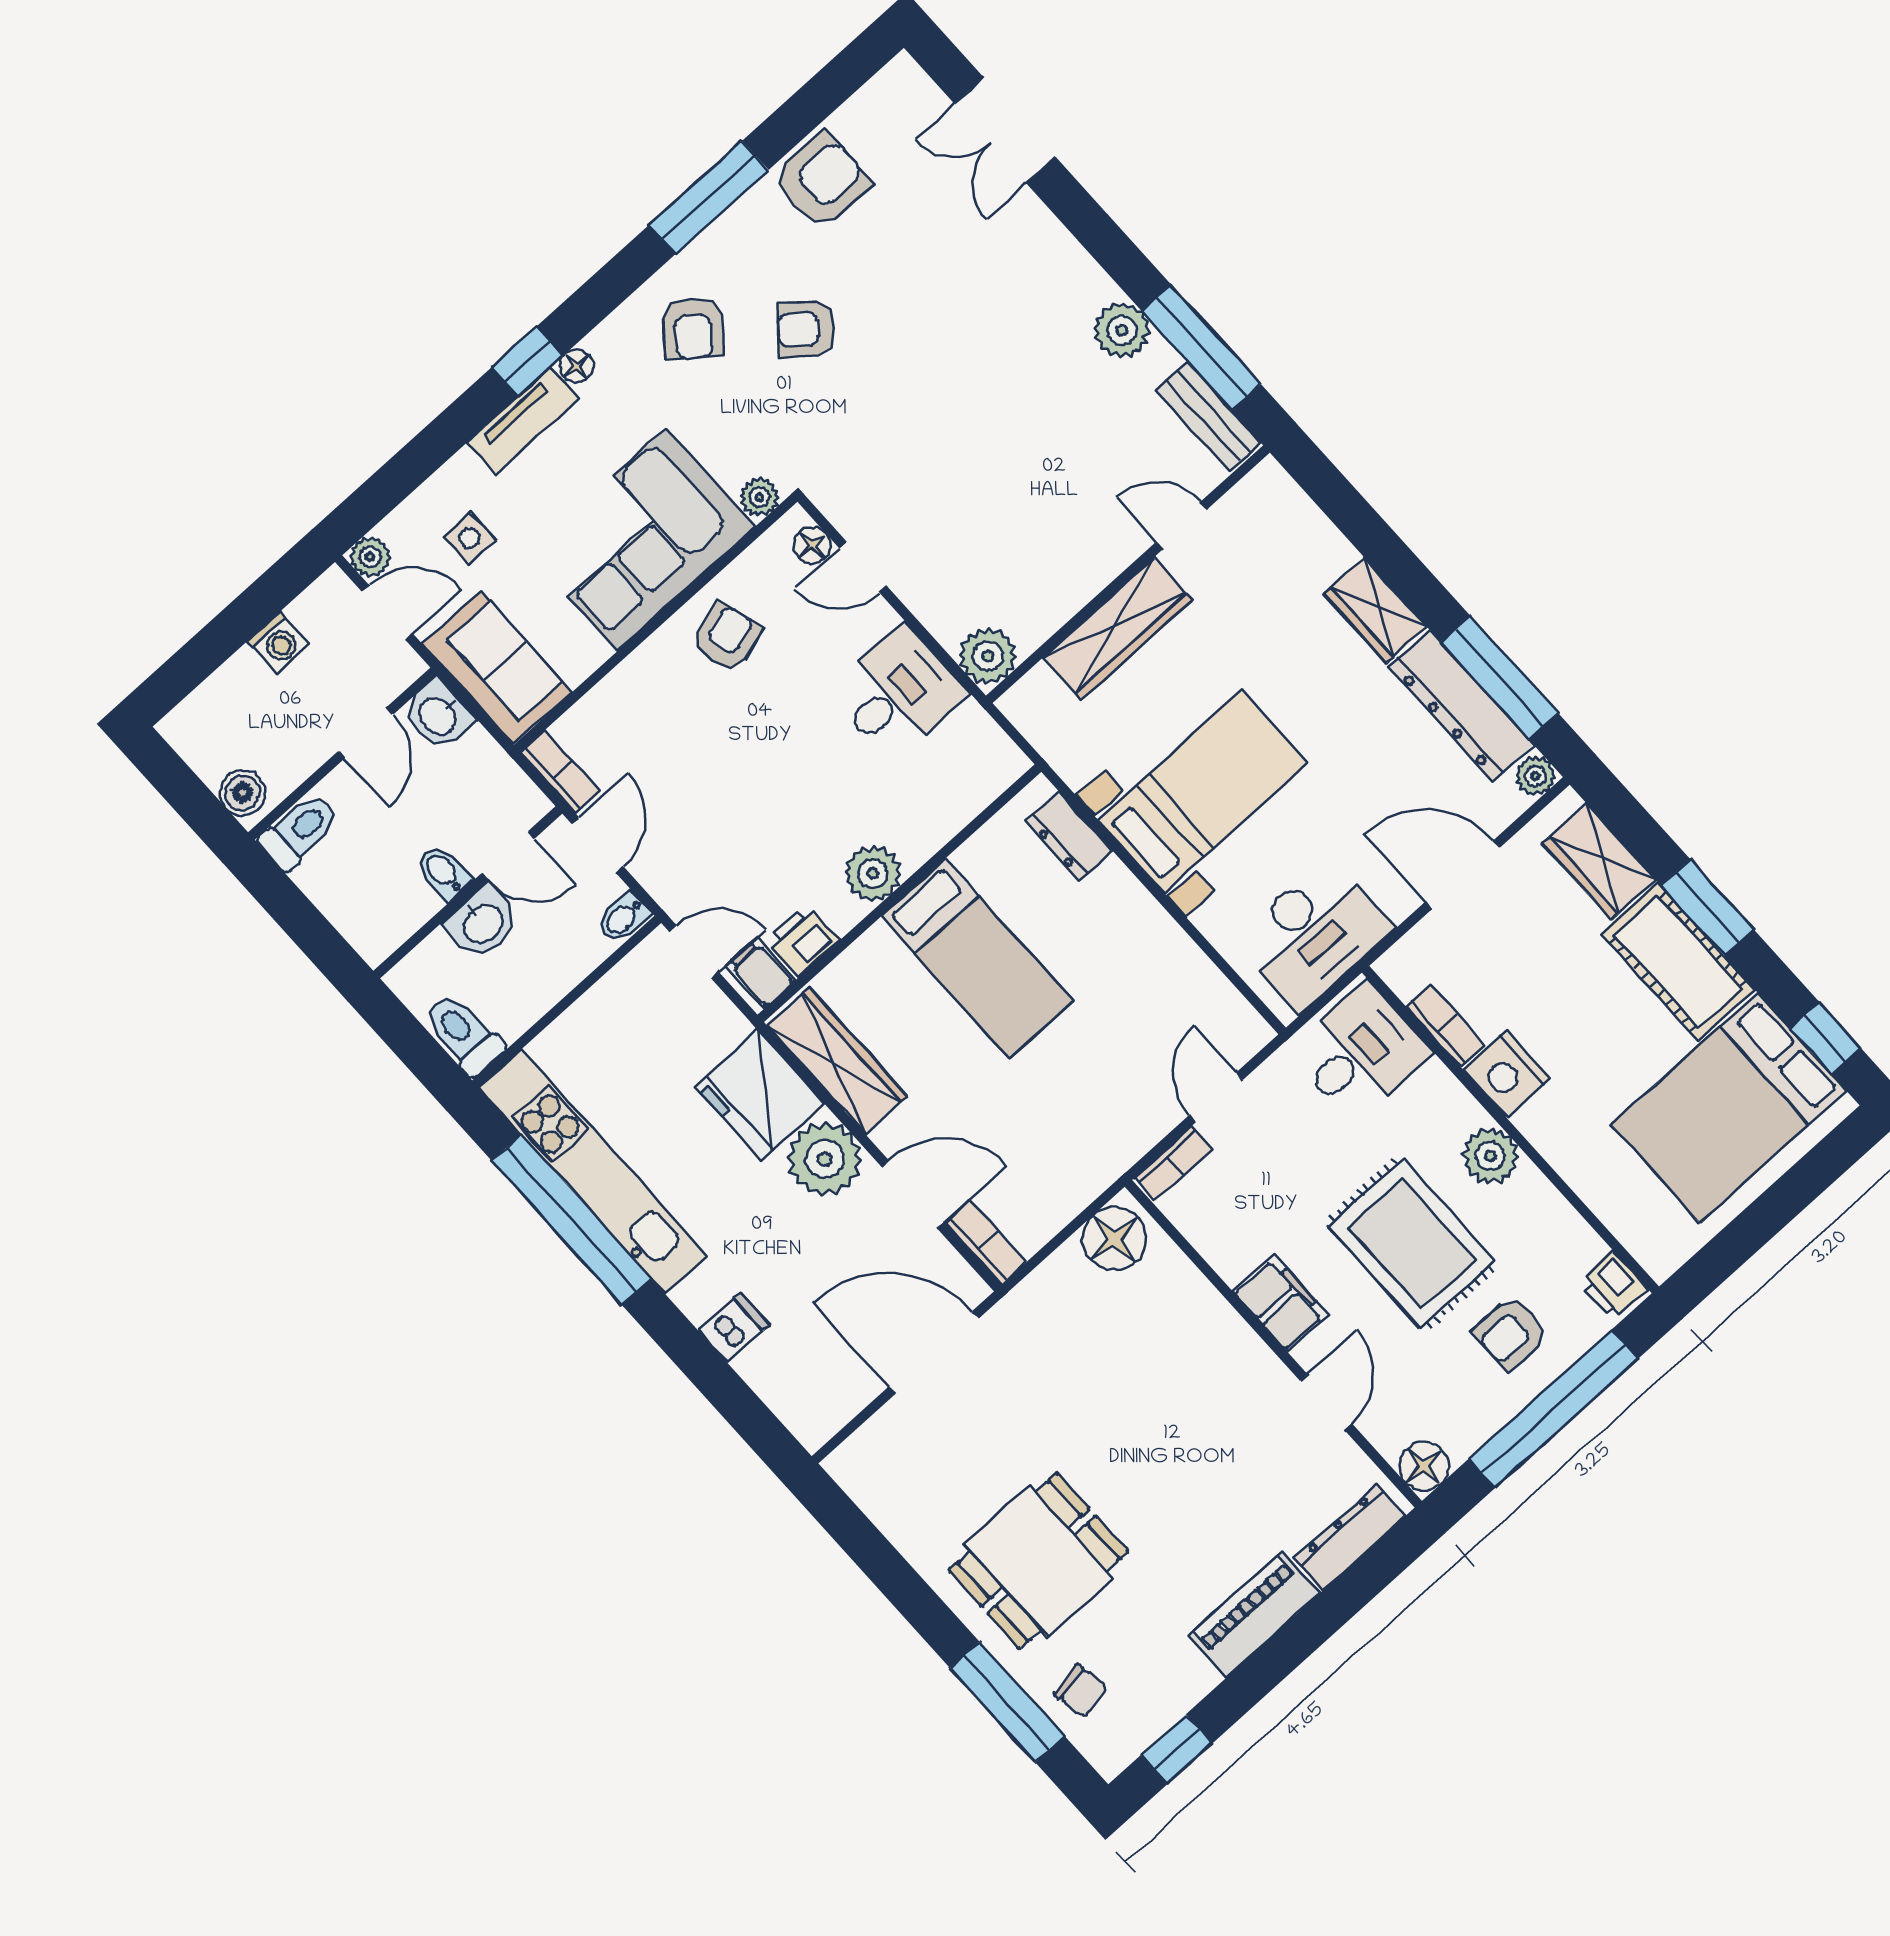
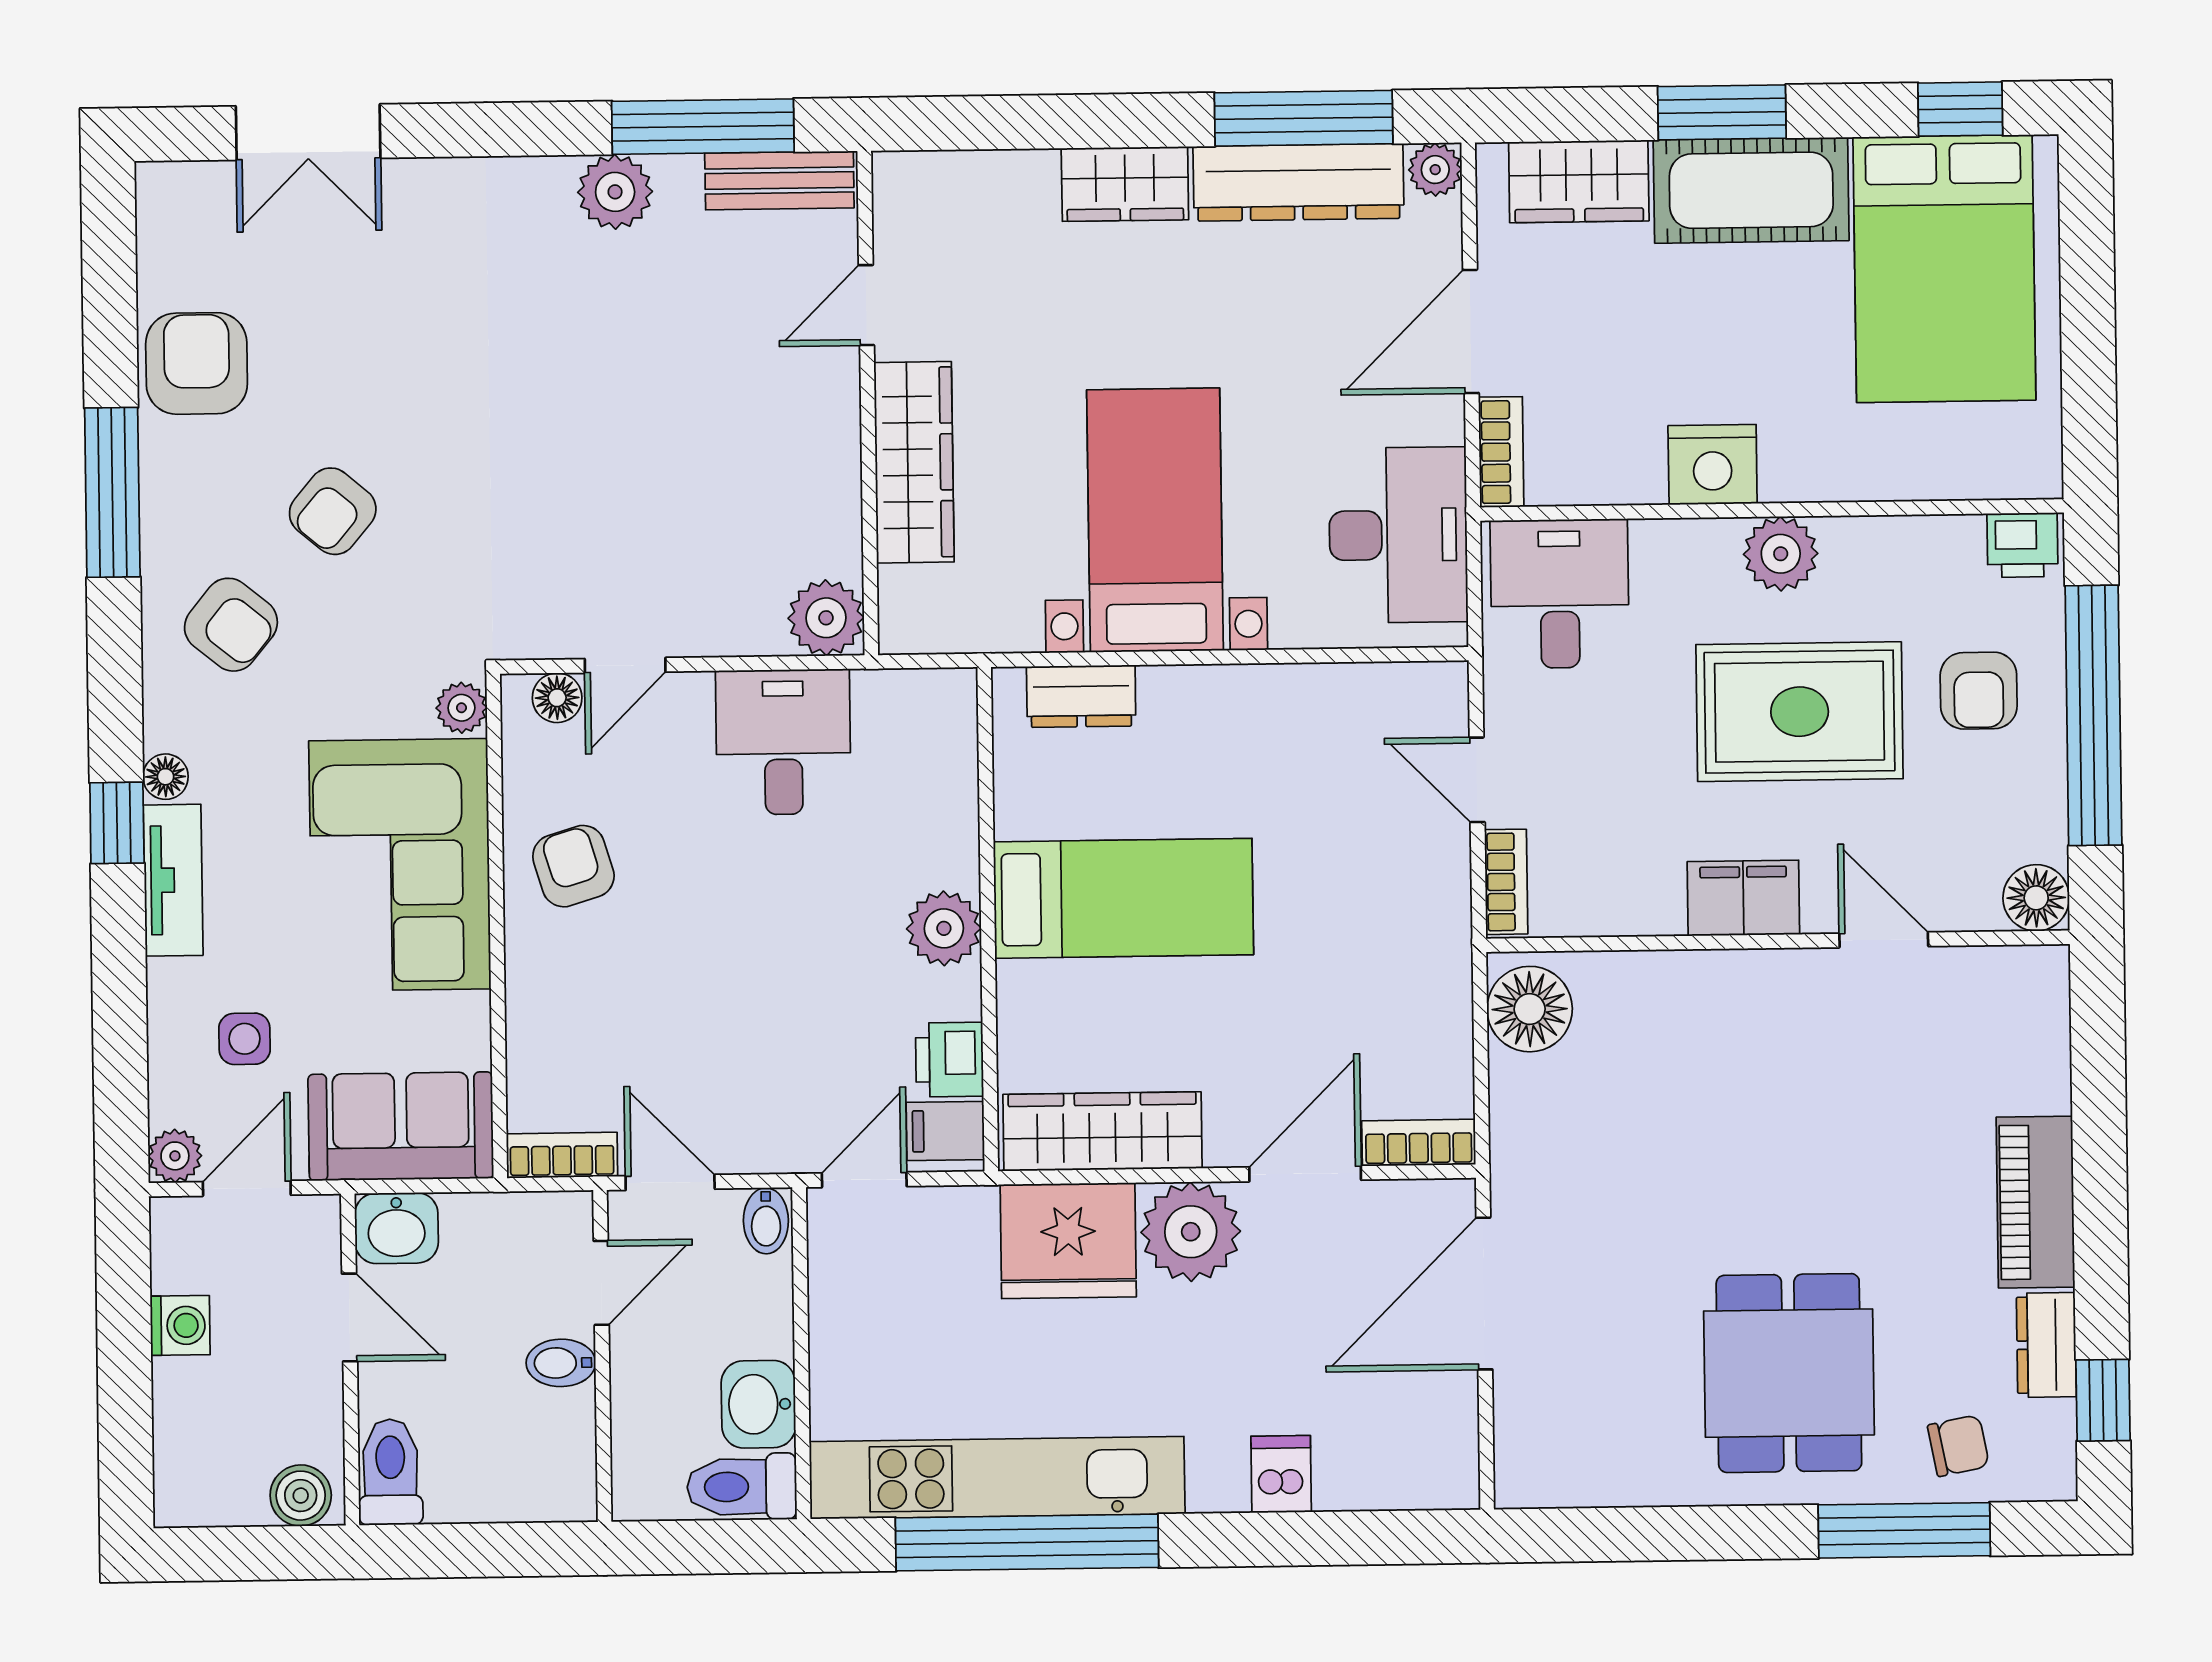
washbasin: (482, 923) -> (758, 1404), moved, turned 180
bookcase: (1445, 1026) -> (1501, 452), moved, turned 90
dresser: (1350, 1537) -> (2046, 1345), moved, width x0.70

